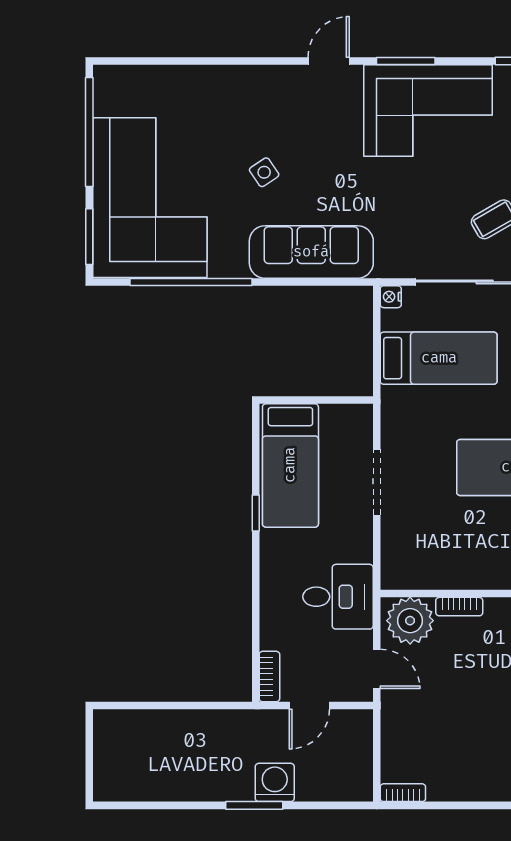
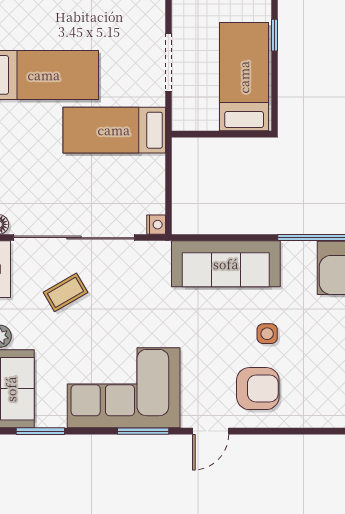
armchair: (275, 110) -> (258, 389), added
side table: (264, 172) -> (267, 334), turned 34
bed: (439, 358) -> (114, 130), moved

